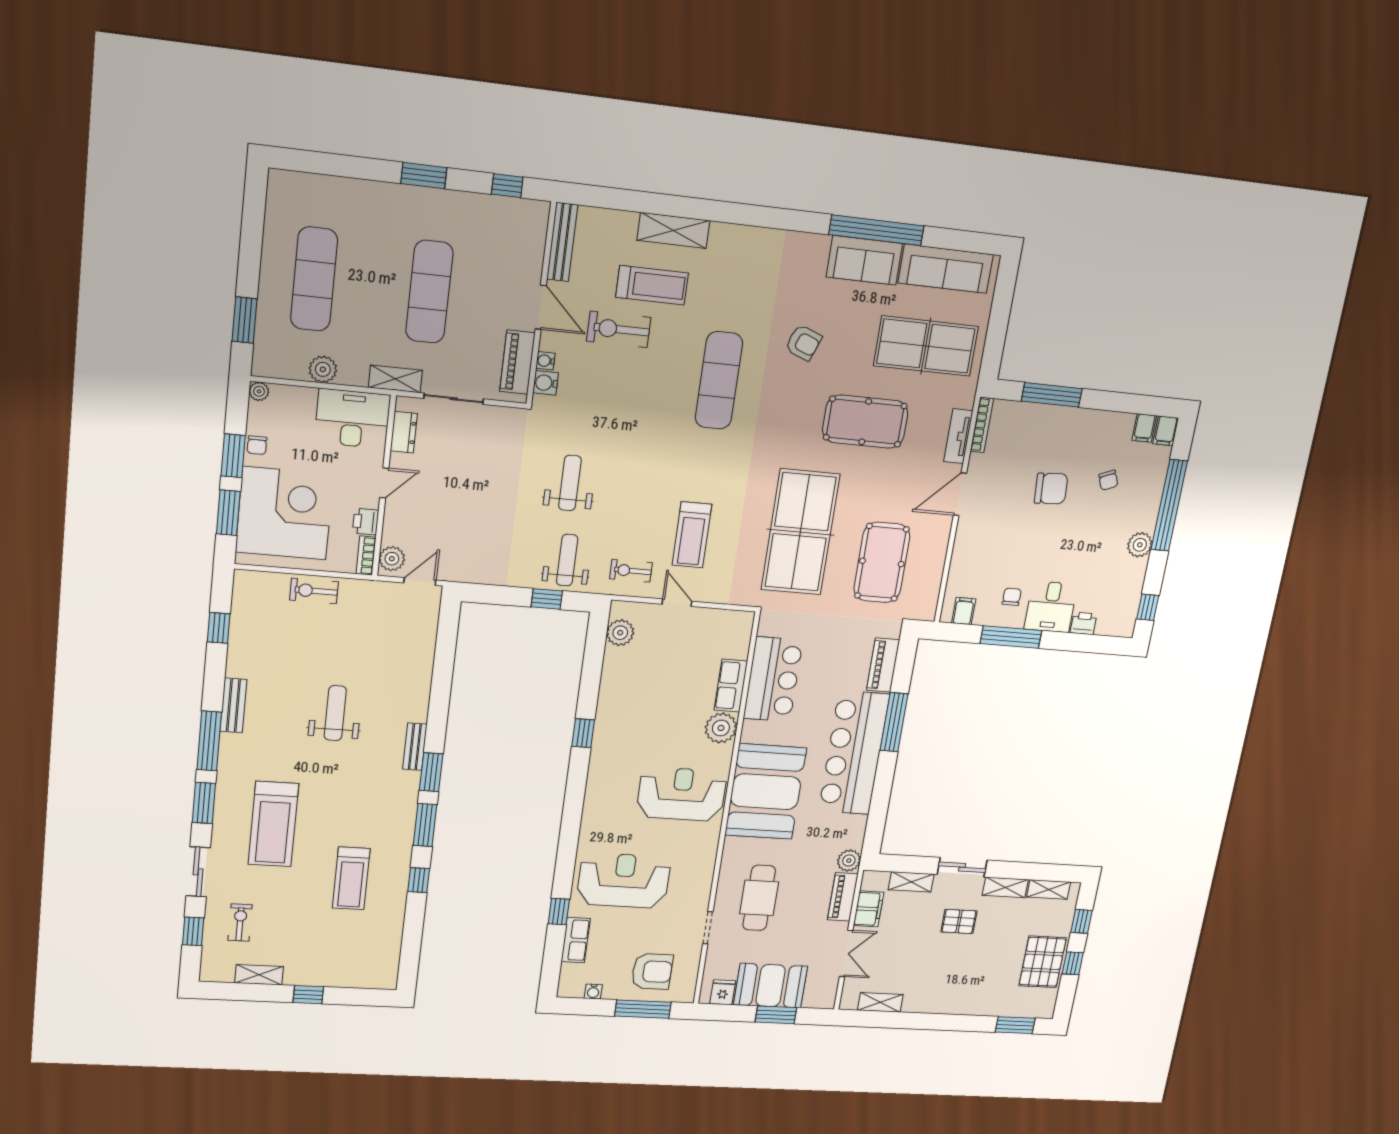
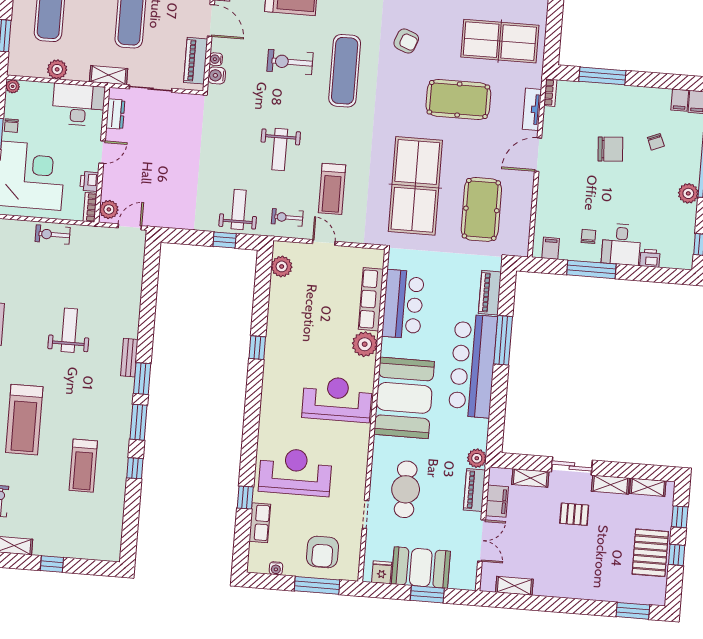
exercise bike: (619, 329) -> (290, 62), moved
bookcase: (982, 425) -> (550, 93), width x0.64
weight bench: (570, 483) -> (280, 149), moved, turned 180
row of seats: (731, 686) -> (371, 299), width x1.48
armchair: (652, 971) -> (323, 552), turned 90

